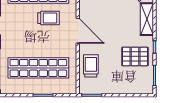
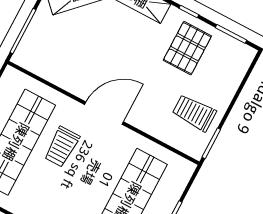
trolley: (49, 18) -> (62, 147), turned 180
trolley: (91, 66) -> (194, 113), moved

